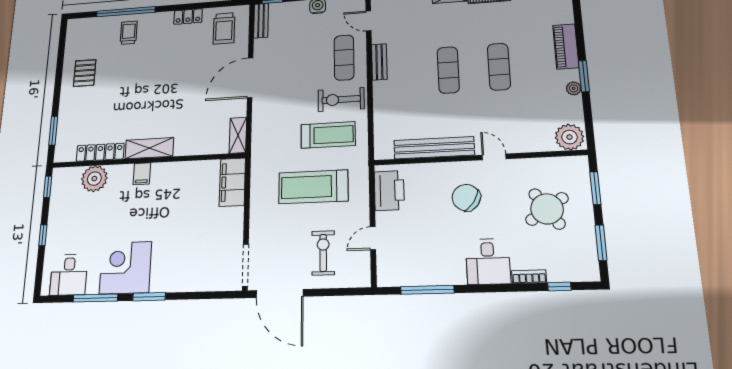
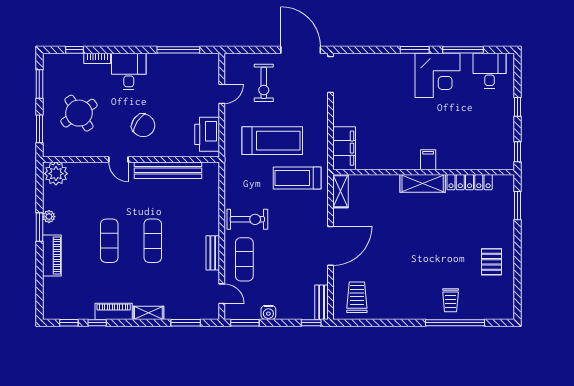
locker: (188, 17) -> (392, 312), removed
treadmill: (328, 135) -> (297, 178), moved
plant: (94, 179) -> (473, 157), removed

